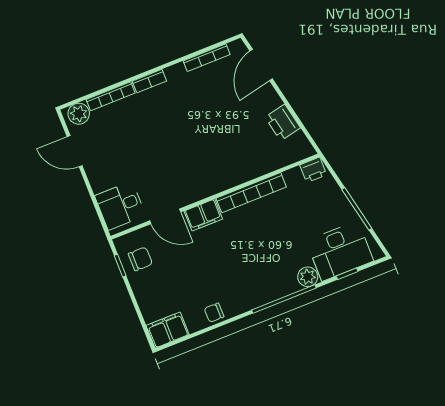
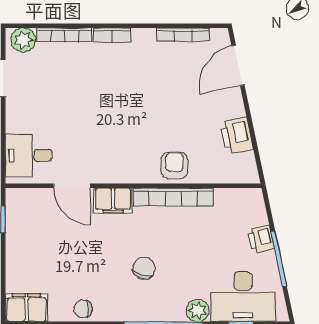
armchair: (242, 167) -> (174, 165), added
printer: (313, 170) -> (261, 239), moved, turned 78
chair: (140, 259) -> (144, 268), moved, turned -74

